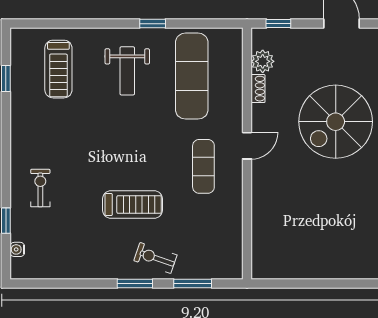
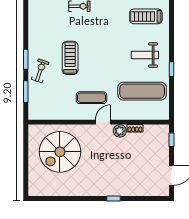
plant: (263, 61) -> (120, 131), moved
spiral stairs: (336, 122) -> (60, 152), moved, turned -90
door: (247, 146) -> (103, 122), swing flipped
treadmill: (133, 204) -> (70, 58), turned 180

